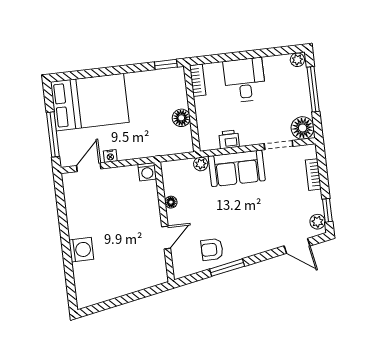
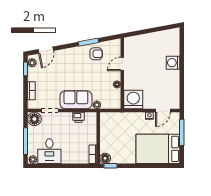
desk: (245, 80) -> (49, 151), moved
floor lamp: (181, 118) -> (105, 158), moved
washing machine: (147, 172) -> (133, 100), width x1.89, depth x1.89
door: (297, 246) -> (46, 50), swing flipped

